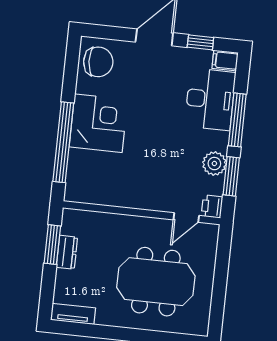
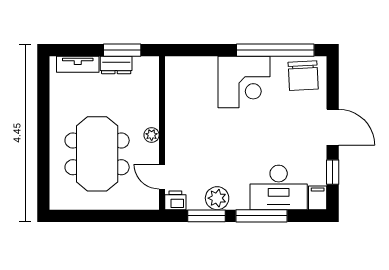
window: (63, 142) -> (275, 50), moved
plant: (142, 224) -> (152, 135), added
tv unit: (73, 314) -> (78, 64), moved, turned 90

